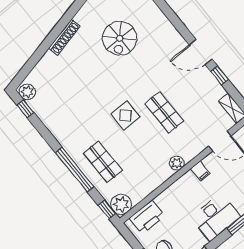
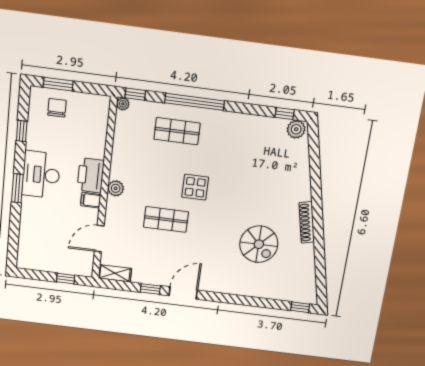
shoe rack: (64, 37) -> (307, 222), moved
spiral stairs: (120, 38) -> (259, 244), turned 180
plant: (121, 204) -> (123, 104), width x0.53, depth x0.53
printer: (147, 217) -> (91, 175), moved

